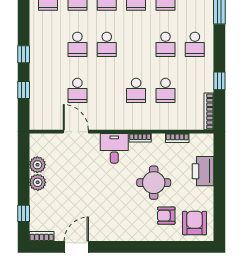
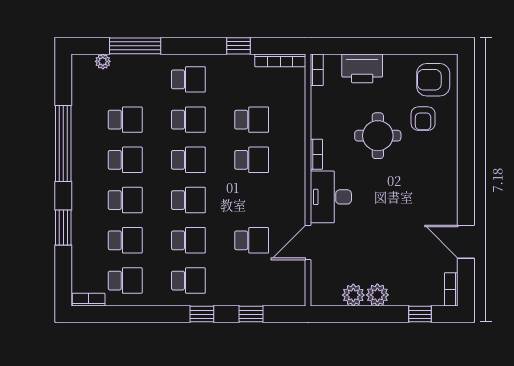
school desk: (48, 44) -> (188, 281), added
school desk: (136, 44) -> (188, 160), added
bookcase: (177, 138) -> (317, 70), moved
desk: (114, 148) -> (331, 197), width x1.37

